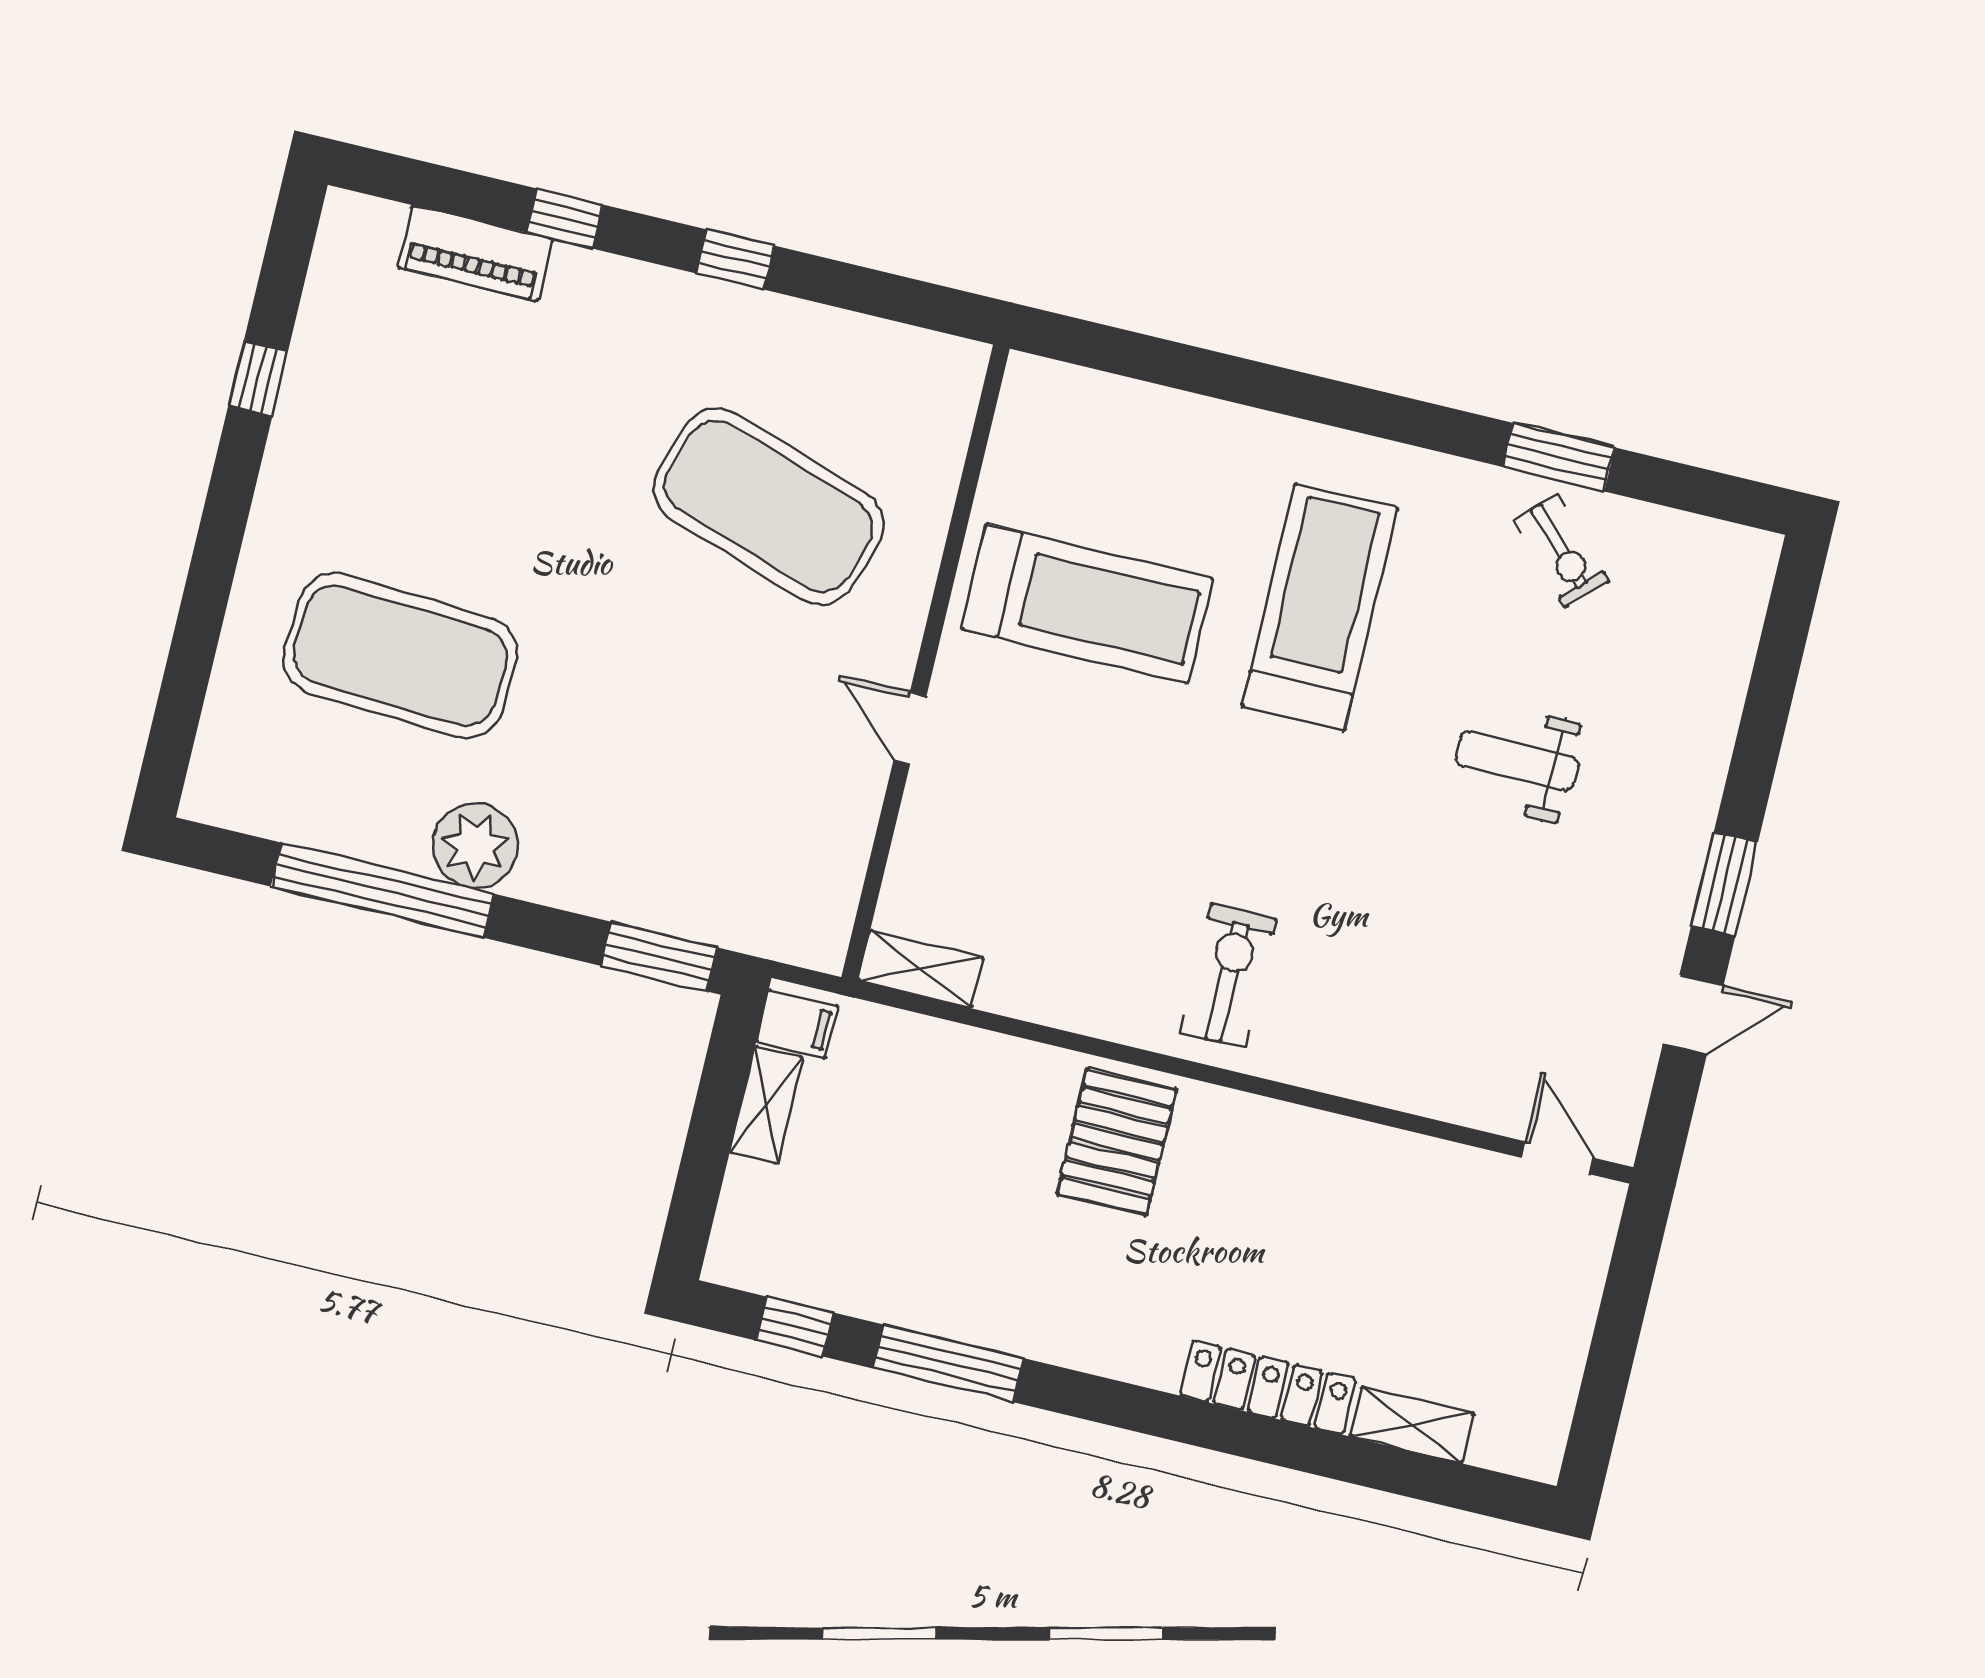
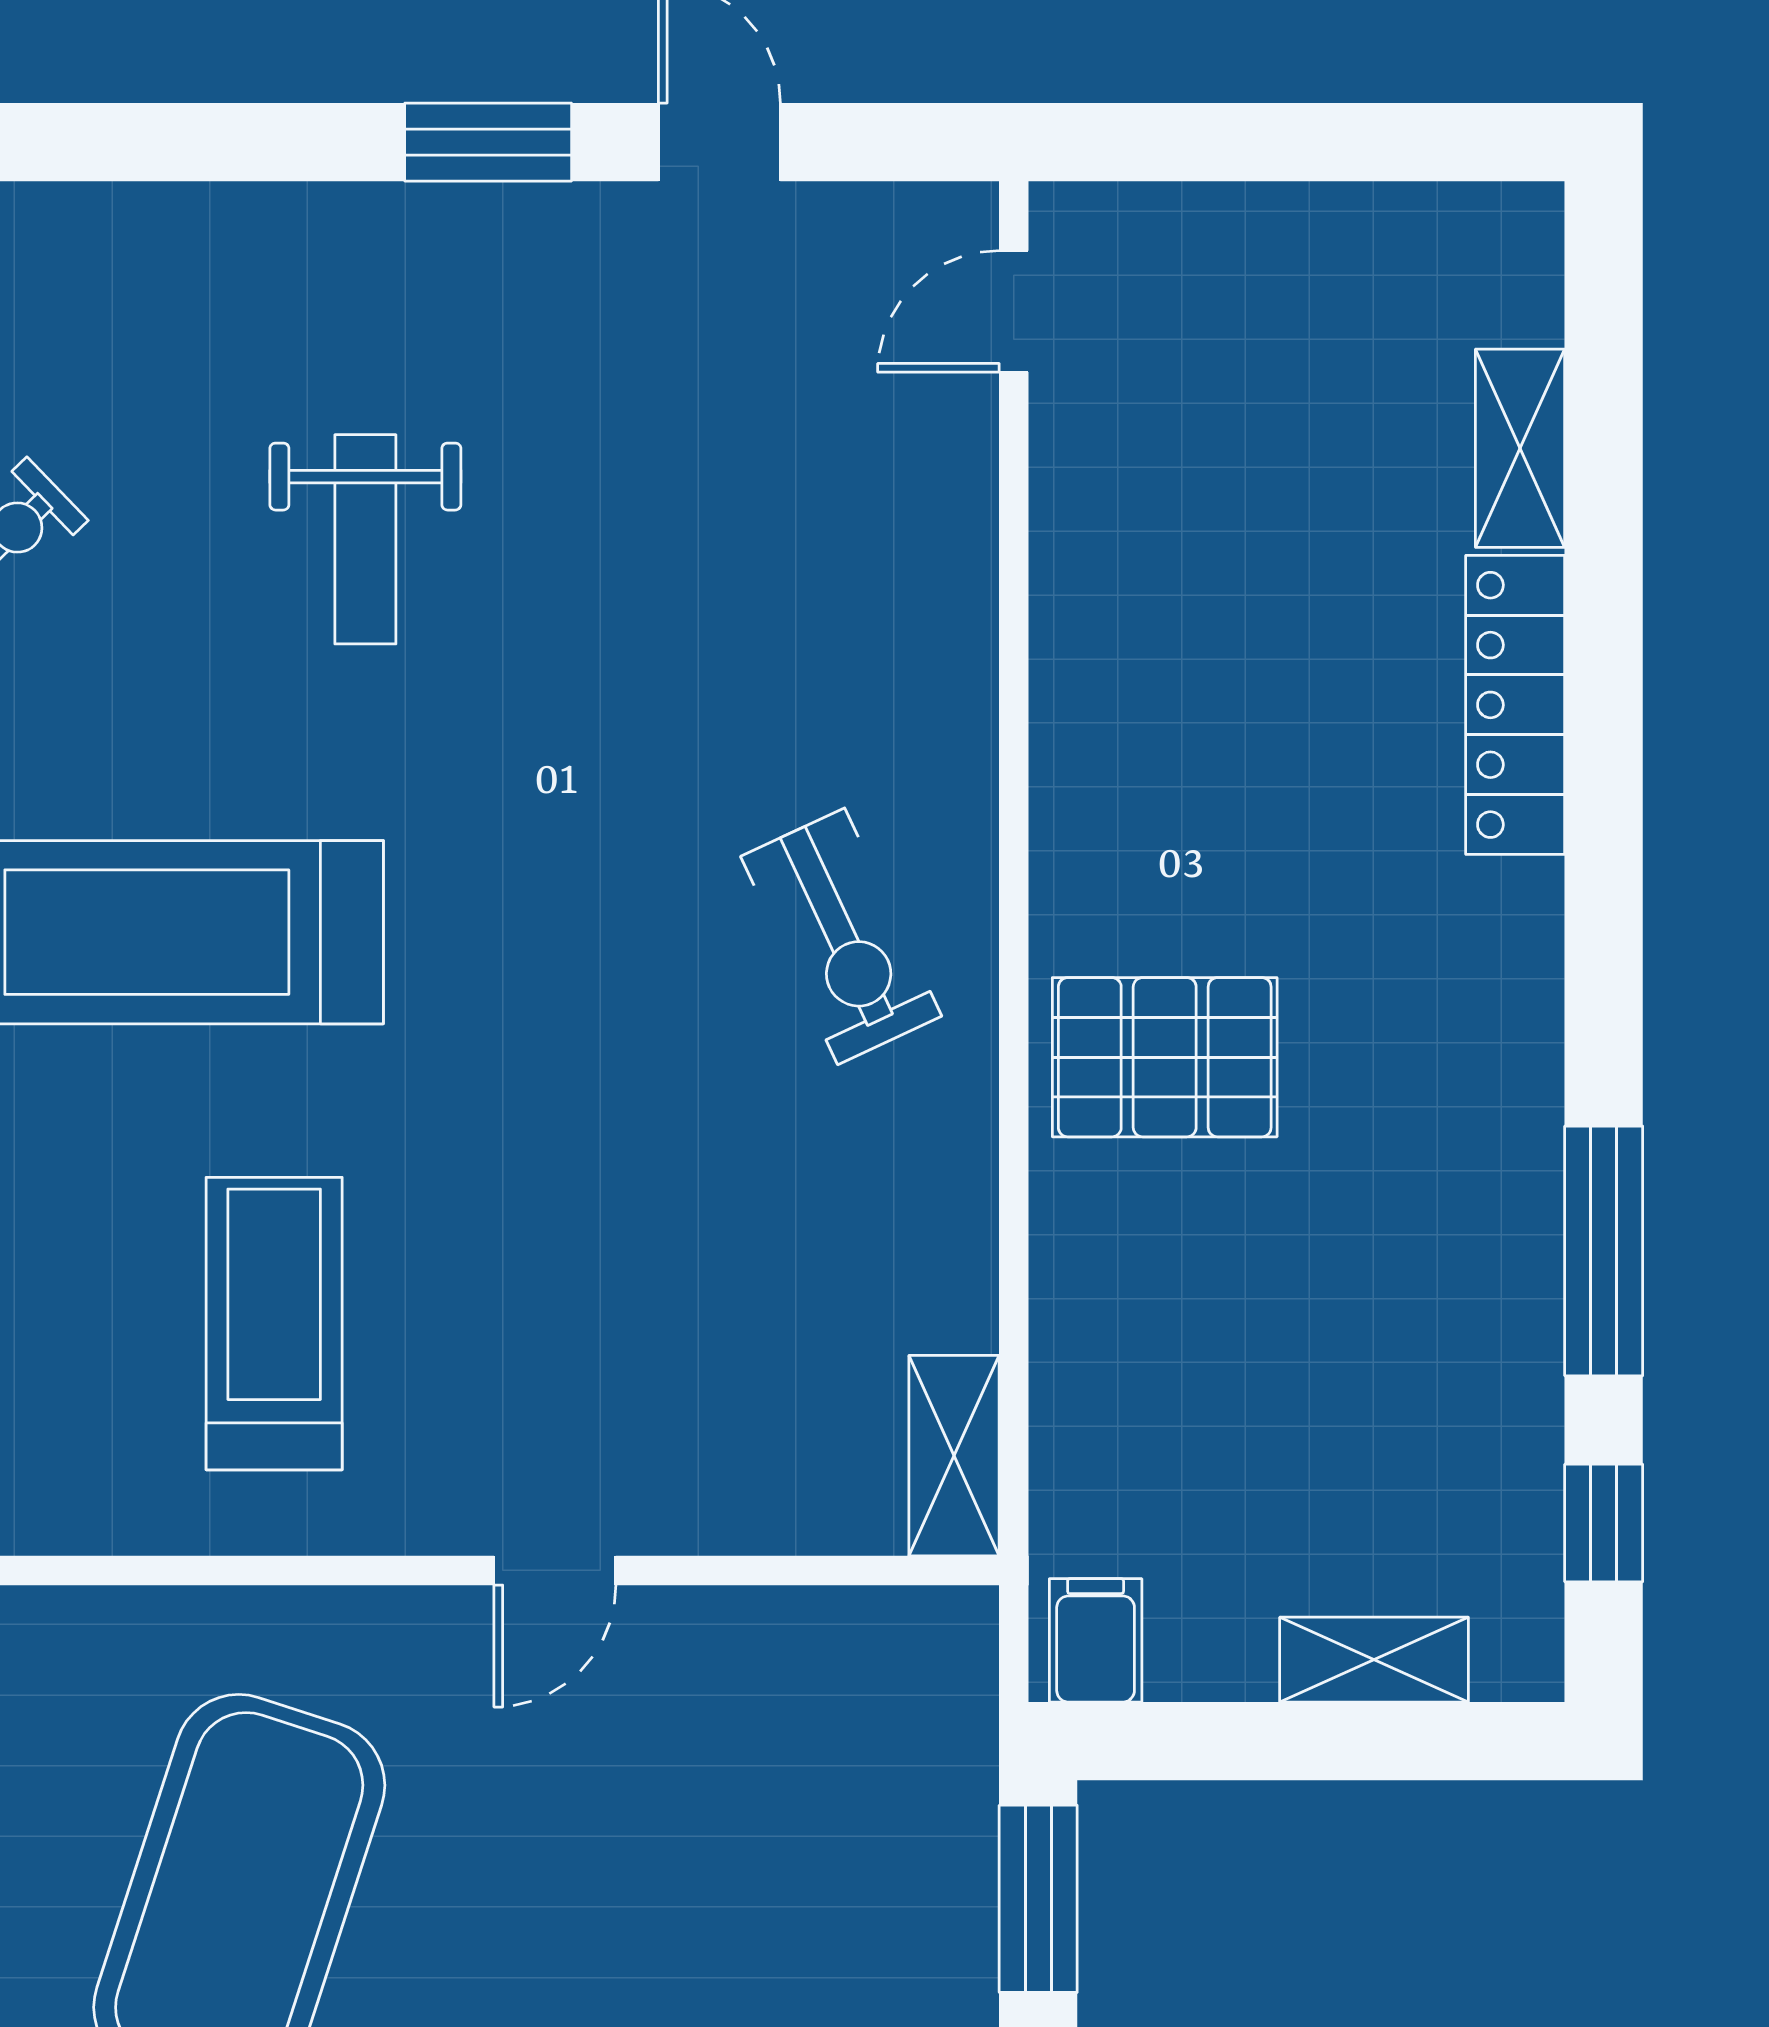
treadmill: (1087, 604) -> (274, 1324), width x0.73, depth x0.73
exercise bike: (1229, 976) -> (841, 936), turned -115
shelving: (766, 1105) -> (1374, 1660), moved

